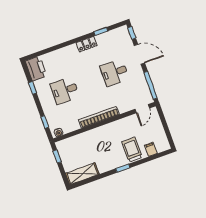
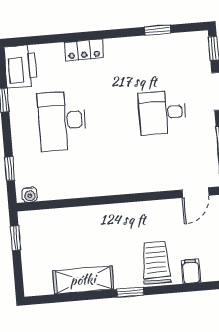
locker: (87, 44) -> (84, 50), moved
desk: (65, 90) -> (62, 121), width x1.37
bookcase: (99, 117) -> (111, 187), removed
shelving: (82, 174) -> (83, 280), moved

